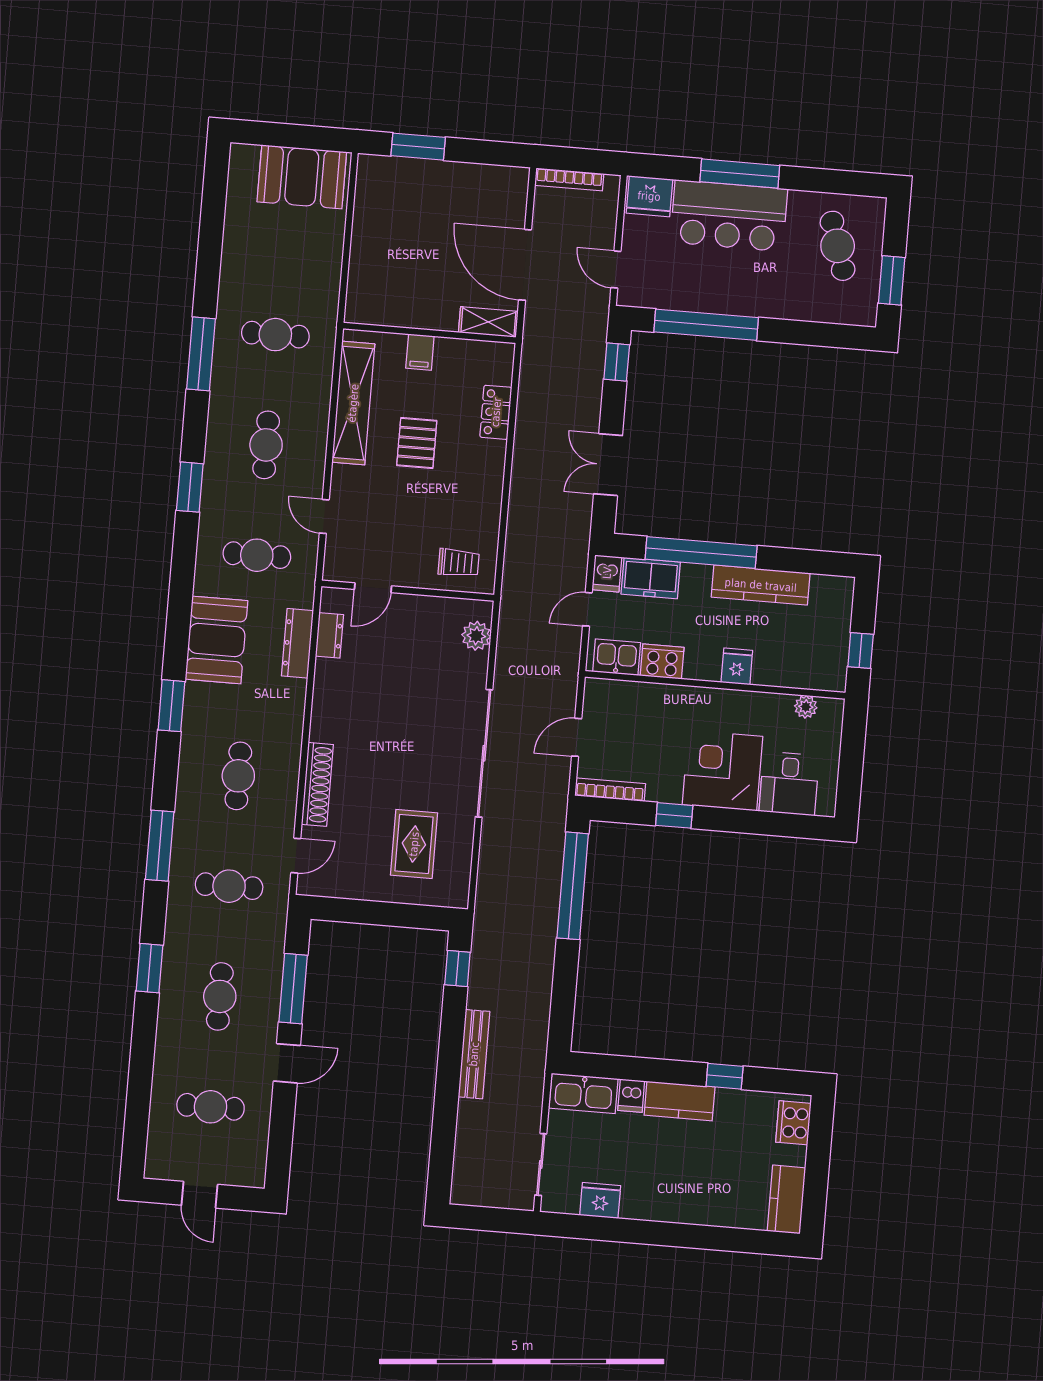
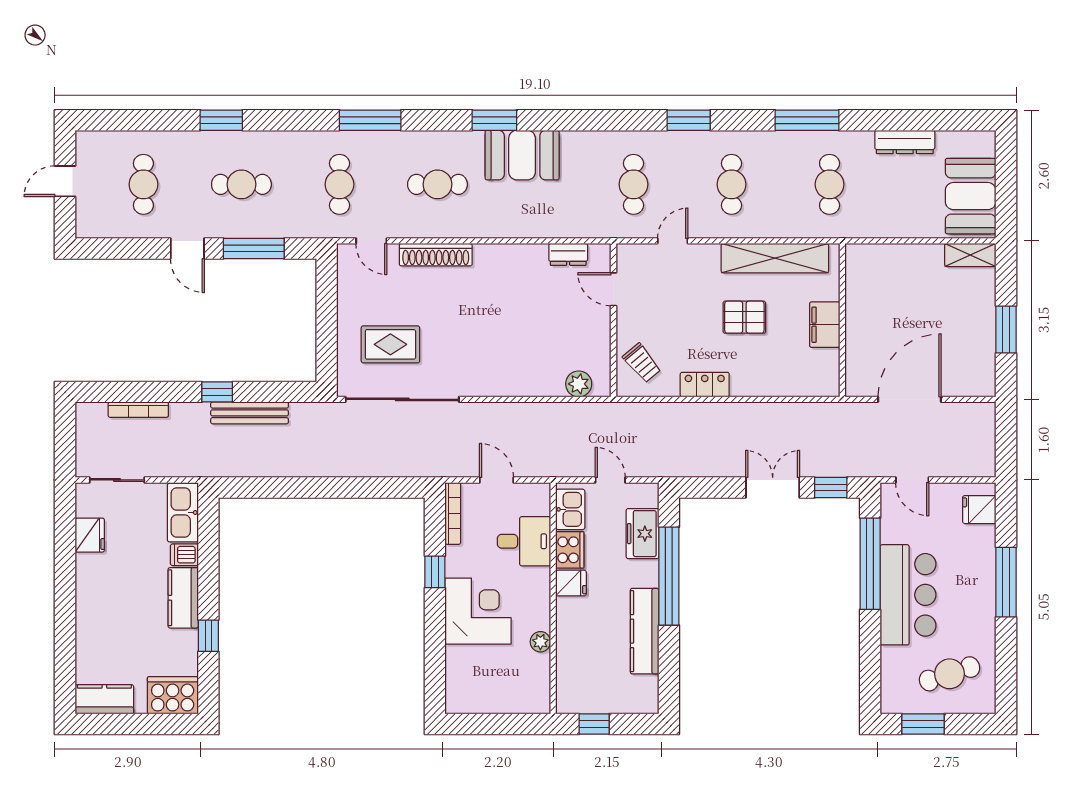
window: (418, 147) -> (1006, 329), moved
bookcase: (569, 179) -> (138, 410), moved, turned -90
fridge: (649, 196) -> (979, 510), width x0.72
bar counter: (729, 216) -> (908, 595), moved, turned 180
door: (616, 269) -> (912, 480), swing flipped
shelving: (488, 322) -> (970, 255), moved, turned 90
filing cabinet: (420, 352) -> (825, 325), width x2.00
locker: (496, 412) -> (705, 385), moved
cafe table: (266, 445) -> (732, 184), turned 90
double door: (608, 465) -> (773, 488), moved
trolley: (459, 563) -> (642, 363), turned -40
dishwasher: (607, 573) -> (643, 495), removed
booth: (217, 640) -> (522, 155), moved
dresser: (297, 643) -> (905, 142), moved, turned 180
fridge: (737, 666) -> (571, 583), moved
plant: (806, 707) -> (540, 642), moved
sliding door: (484, 753) -> (402, 399), moved
desk: (789, 783) -> (524, 541), moved, turned 180
window: (573, 886) -> (365, 488), removed
window: (149, 968) -> (221, 120), moved
window: (457, 969) -> (217, 392), moved
bench: (474, 1054) -> (250, 413), moved
cooker: (793, 1123) -> (173, 695), width x1.37, depth x1.31

